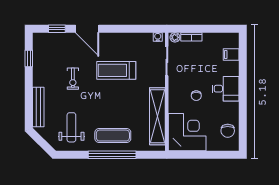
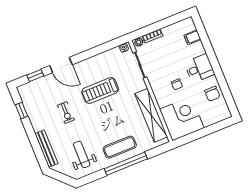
chair: (228, 131) -> (212, 94), moved

